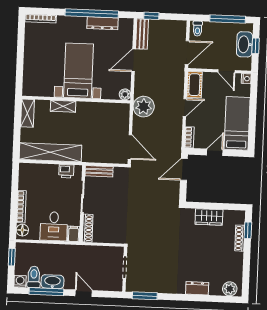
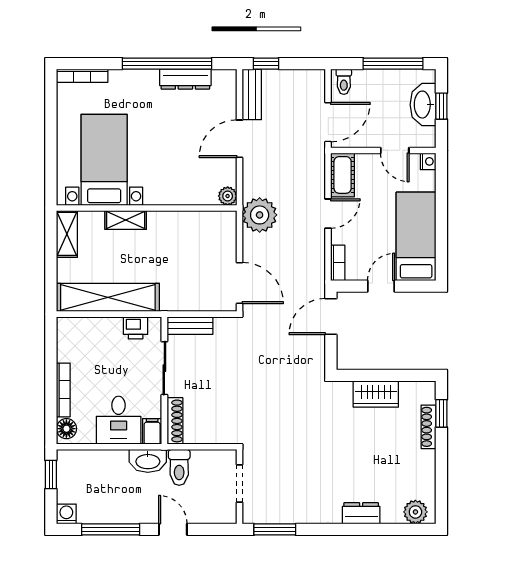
bed with nightstands: (78, 71) -> (104, 160), moved
toilet: (34, 277) -> (179, 467), moved, turned 180
washbasin: (52, 282) -> (148, 461), moved, turned 180

